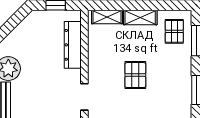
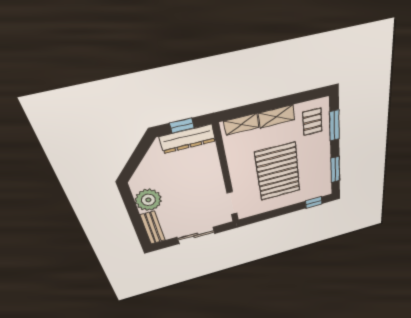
dresser: (73, 45) -> (188, 139), moved, turned -90
pallet: (135, 75) -> (278, 172), width x2.05, depth x2.00

